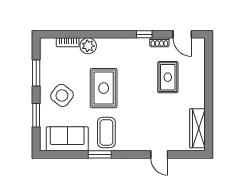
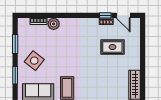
window: (144, 34) -> (105, 15), moved
rug: (168, 77) -> (112, 47), turned 90
rug: (104, 88) -> (65, 55), removed

